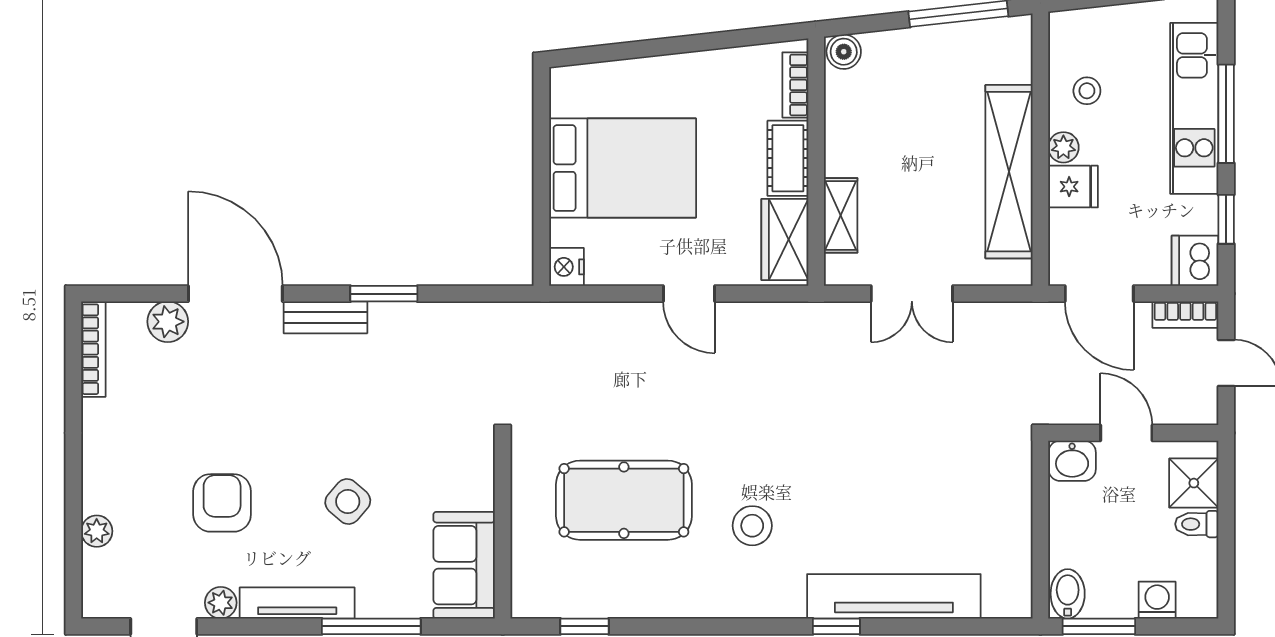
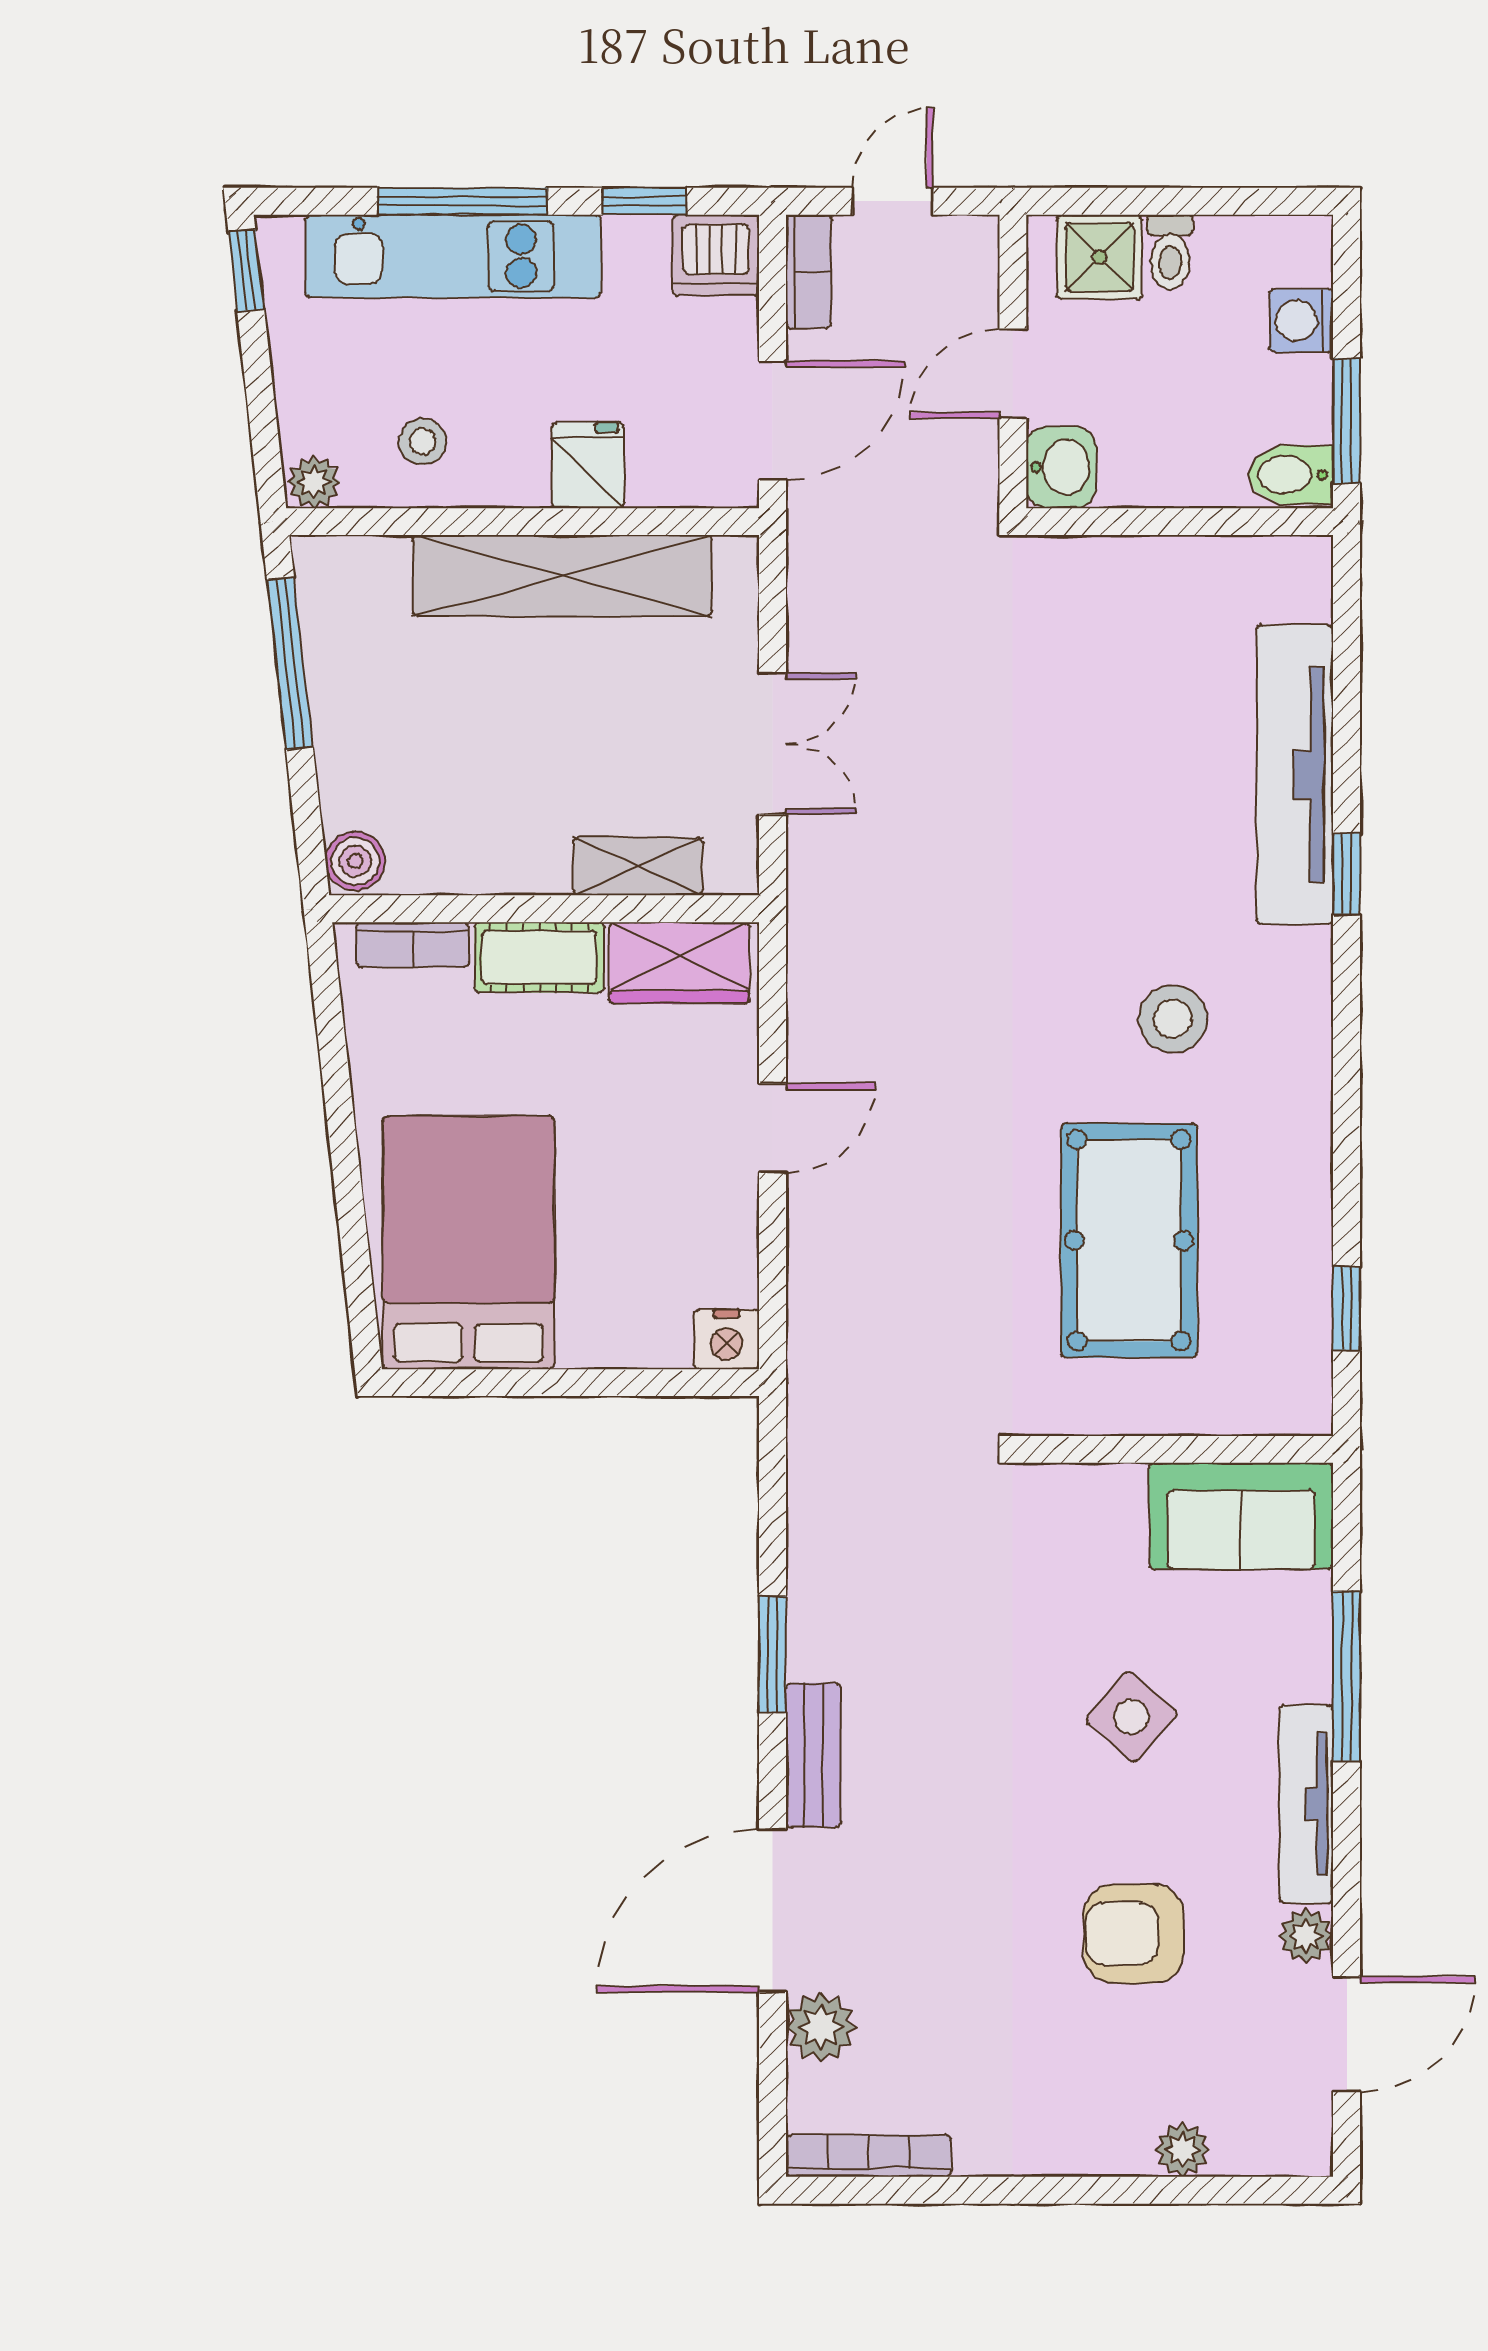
plant: (1063, 147) -> (314, 482), moved
bed: (623, 168) -> (469, 1243), moved

